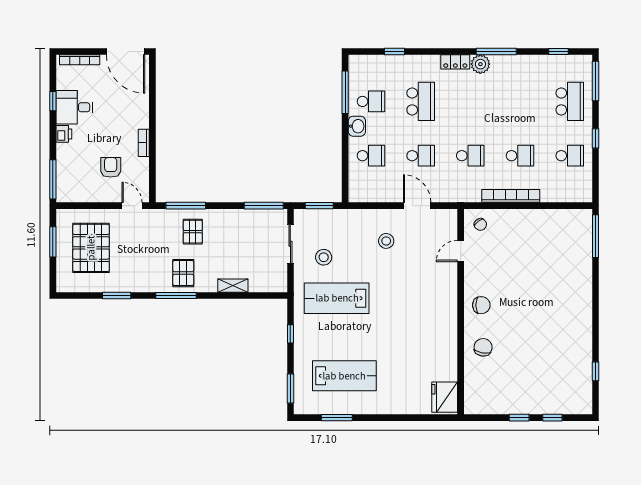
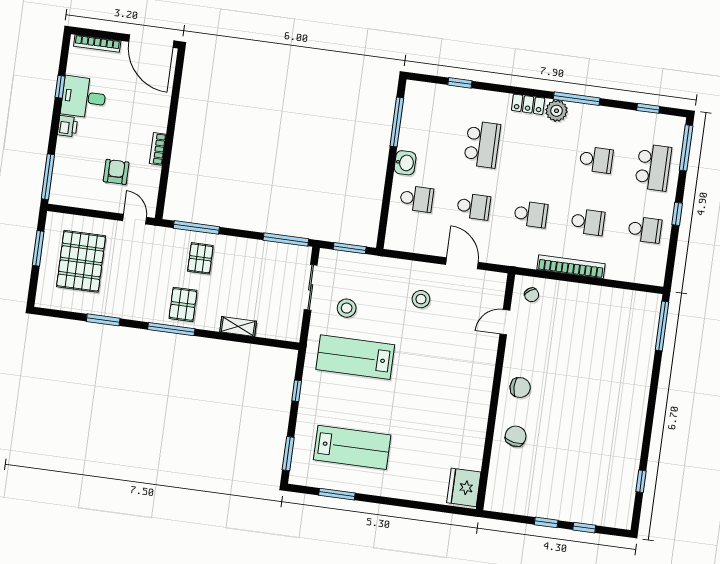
school desk: (371, 101) -> (596, 160), moved

